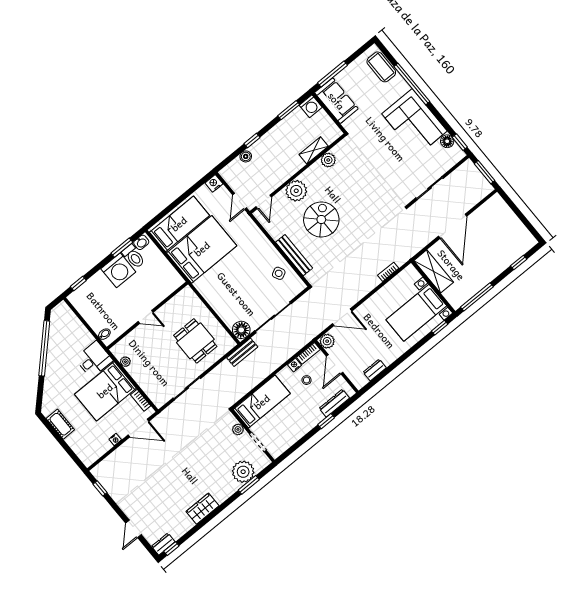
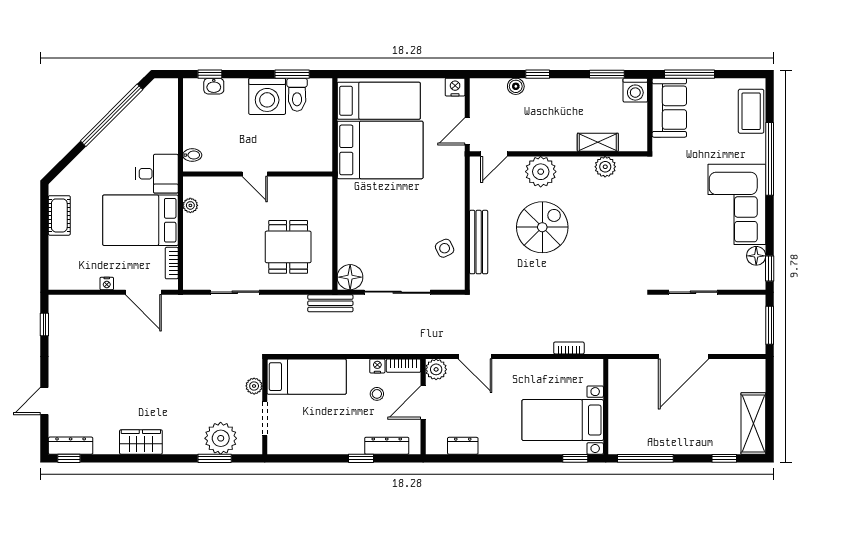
washbasin: (141, 242) -> (214, 86), moved
shelving: (434, 271) -> (753, 423), moved
dresser: (163, 544) -> (71, 446), width x1.44

